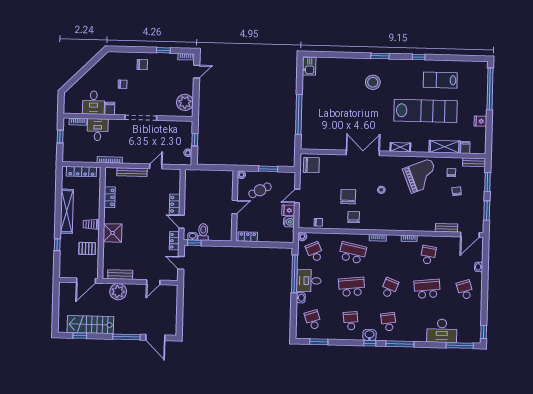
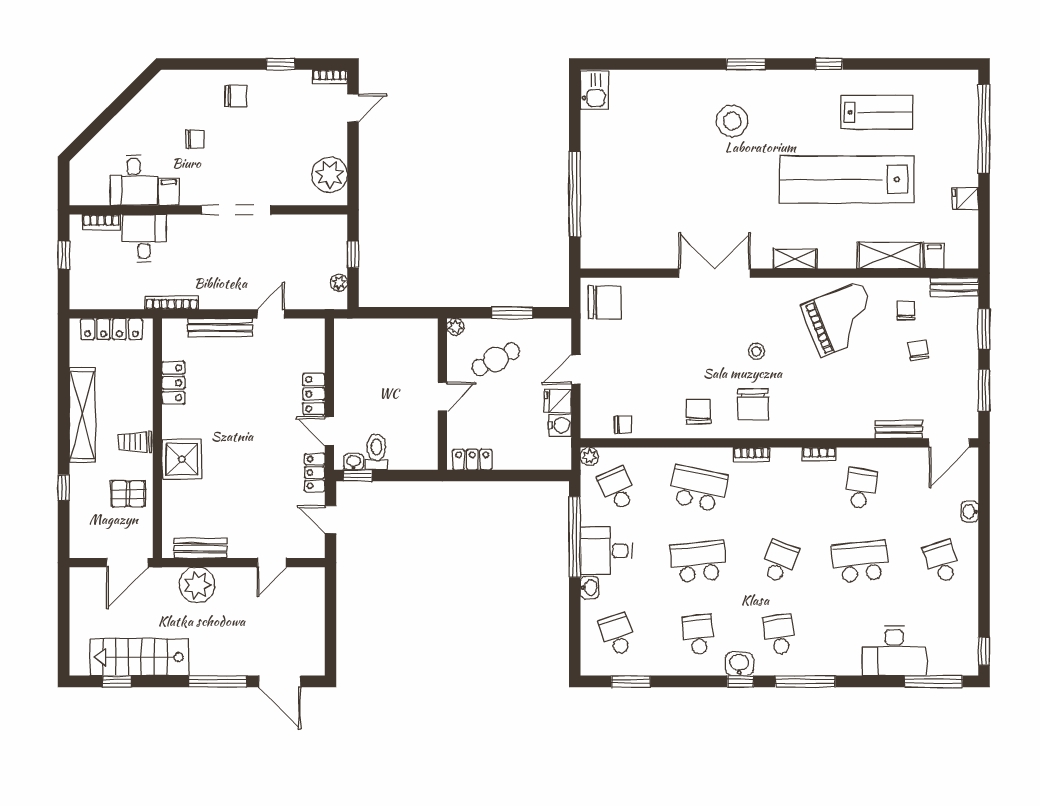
lab bench: (440, 80) -> (877, 112), turned 180
lab bench: (425, 111) -> (847, 179), turned 180
chair: (348, 197) -> (753, 405), moved, turned 180

